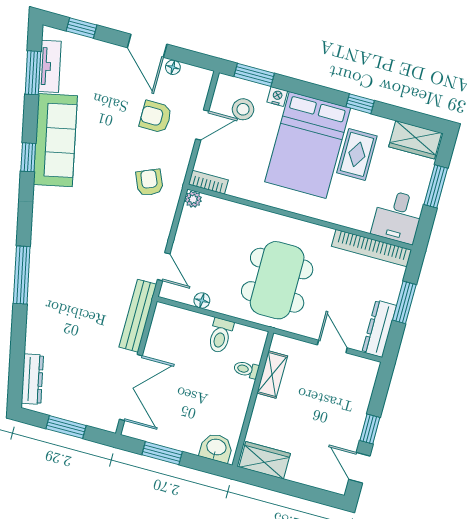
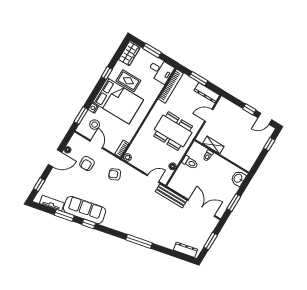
window: (33, 73) -> (64, 215), moved
wardrobe: (265, 460) -> (250, 159), removed
window: (308, 493) -> (269, 144), added

